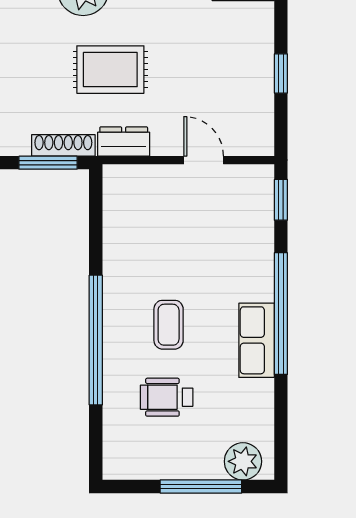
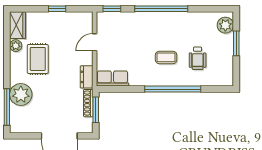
rug: (110, 70) -> (38, 59), moved
row of seats: (257, 340) -> (112, 78), moved, turned 180
window: (201, 487) -> (236, 43), width x0.69

